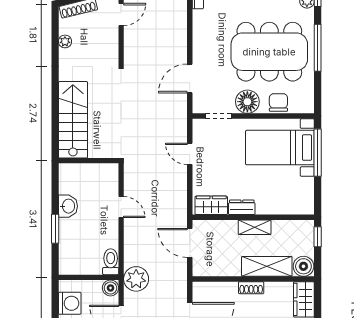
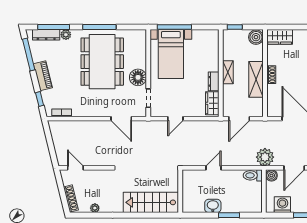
chair: (278, 103) -> (139, 55), removed
shelving: (267, 266) -> (256, 79), moved

